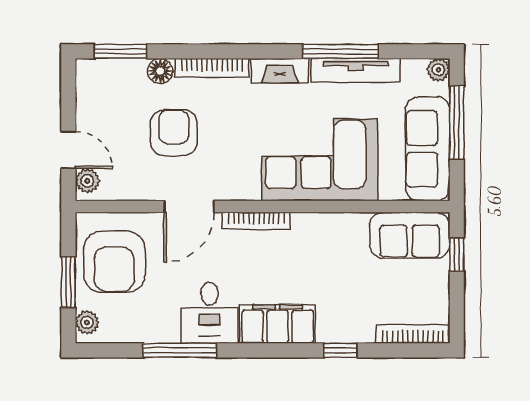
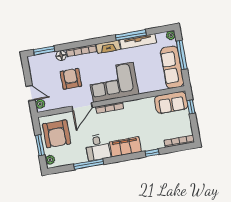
corner sofa: (320, 160) -> (113, 82), moved

